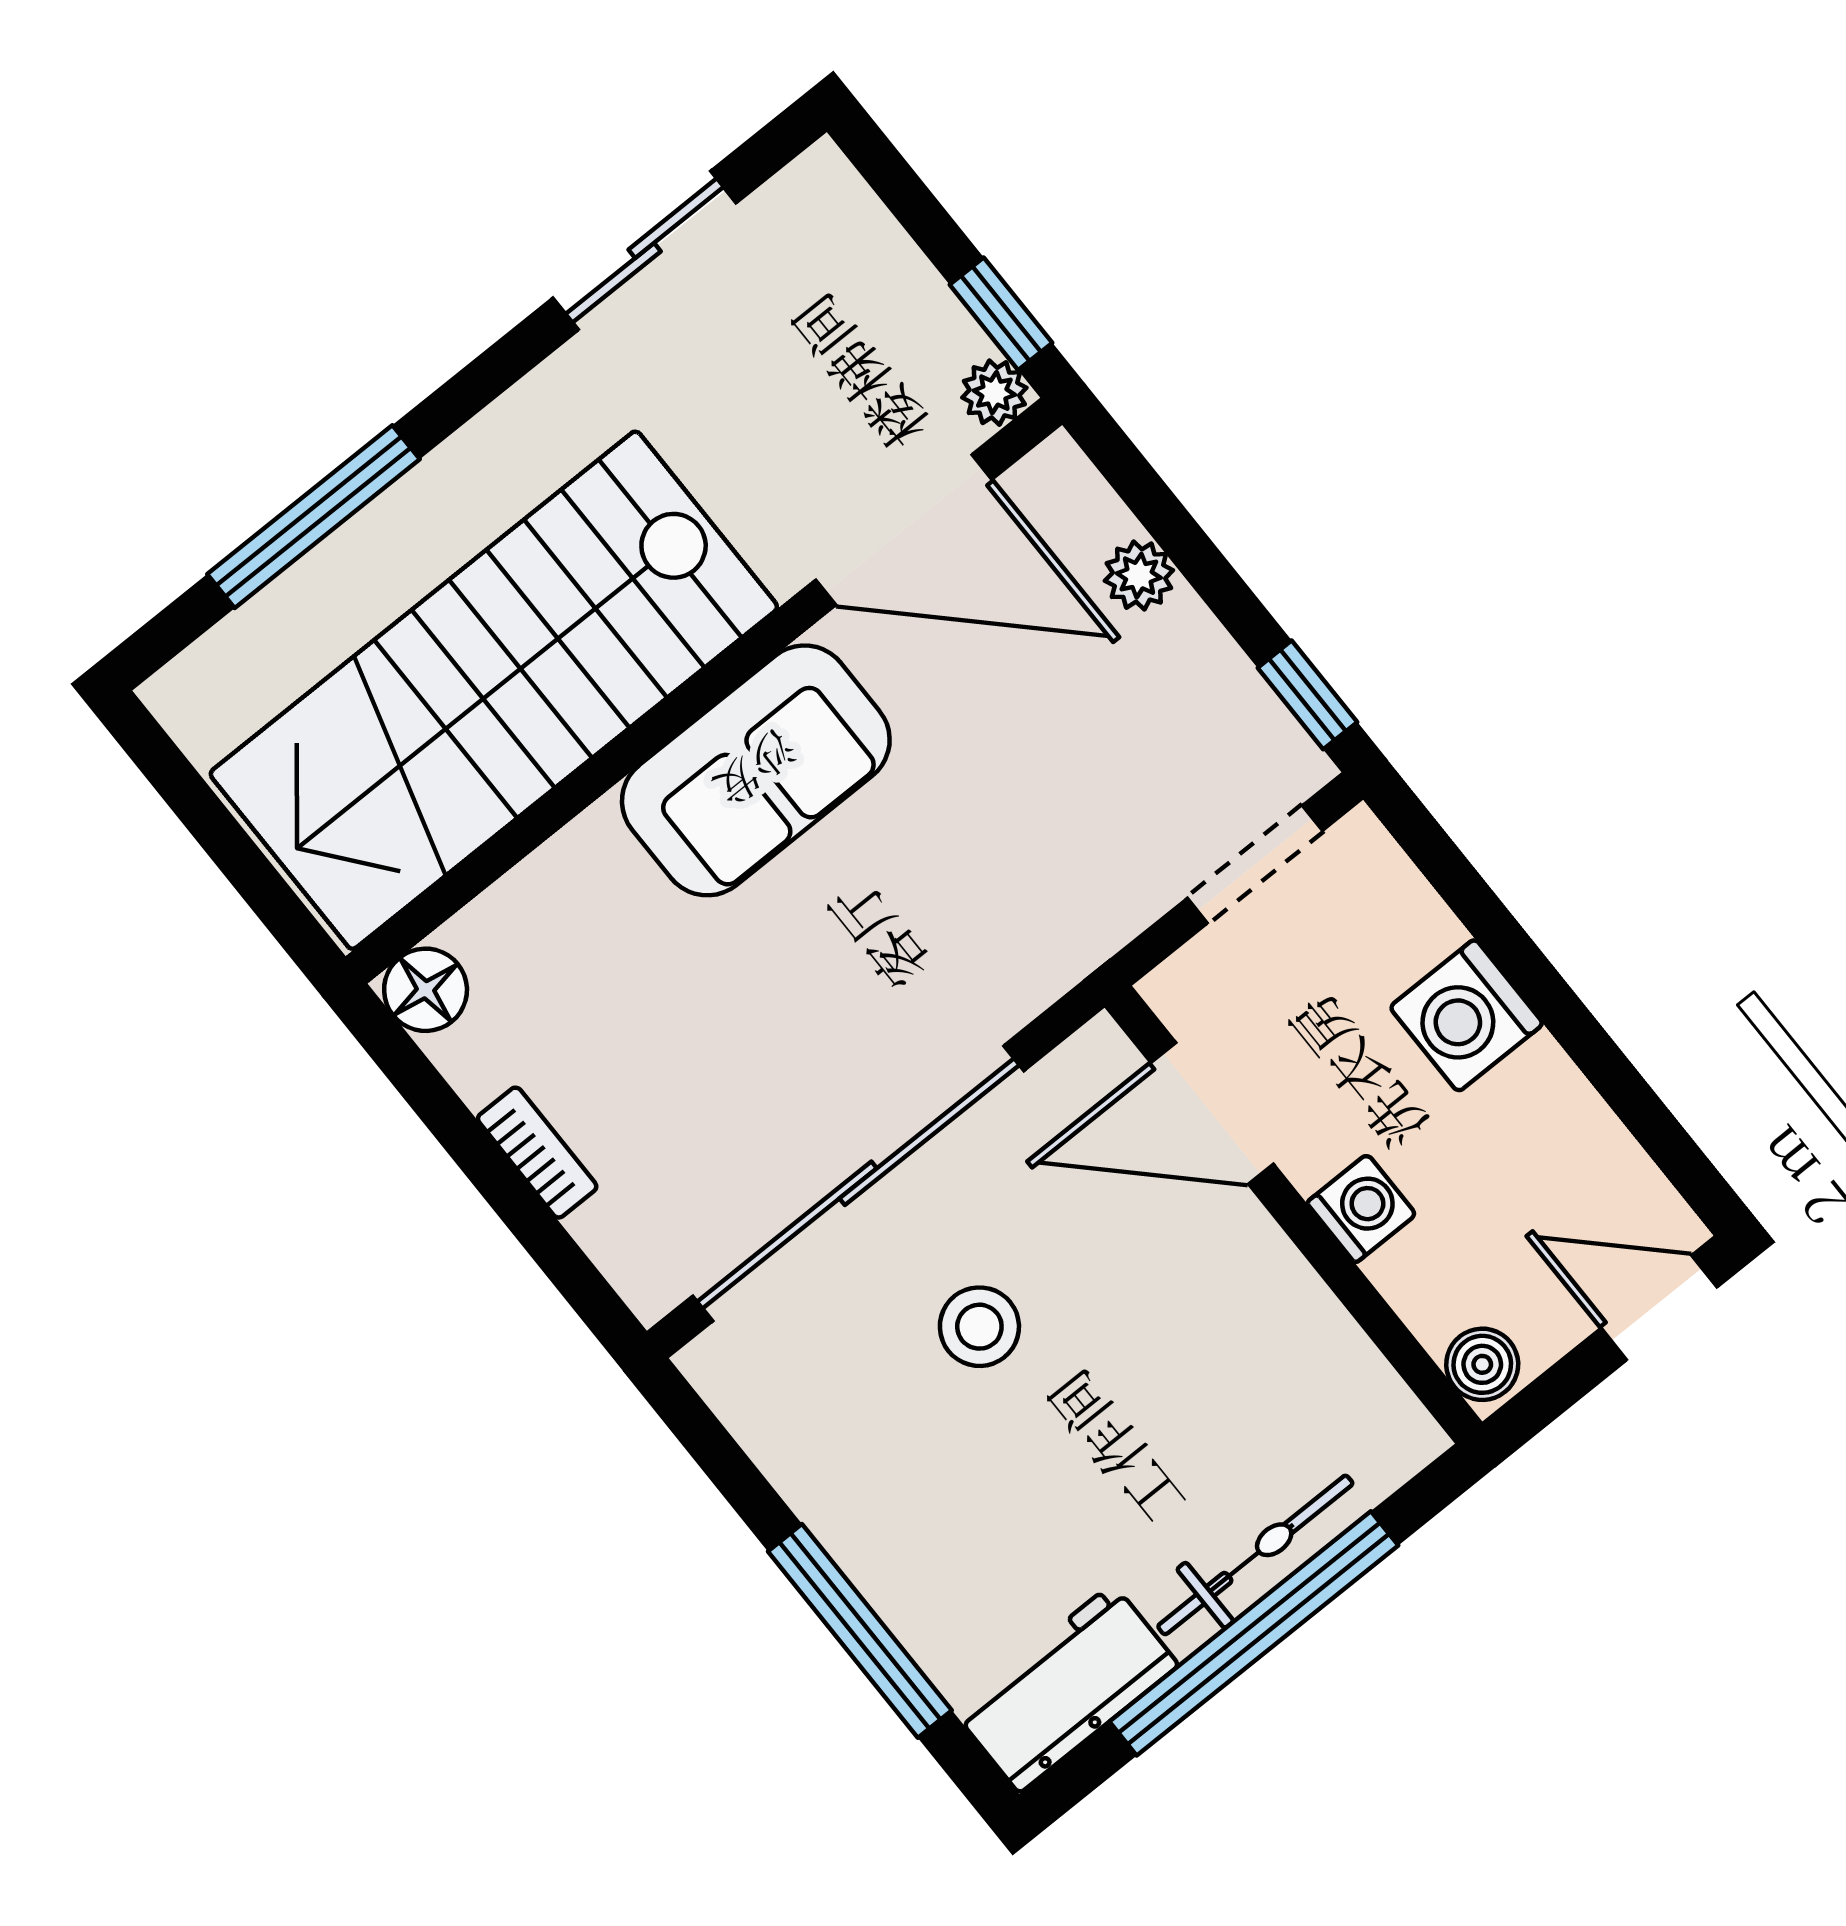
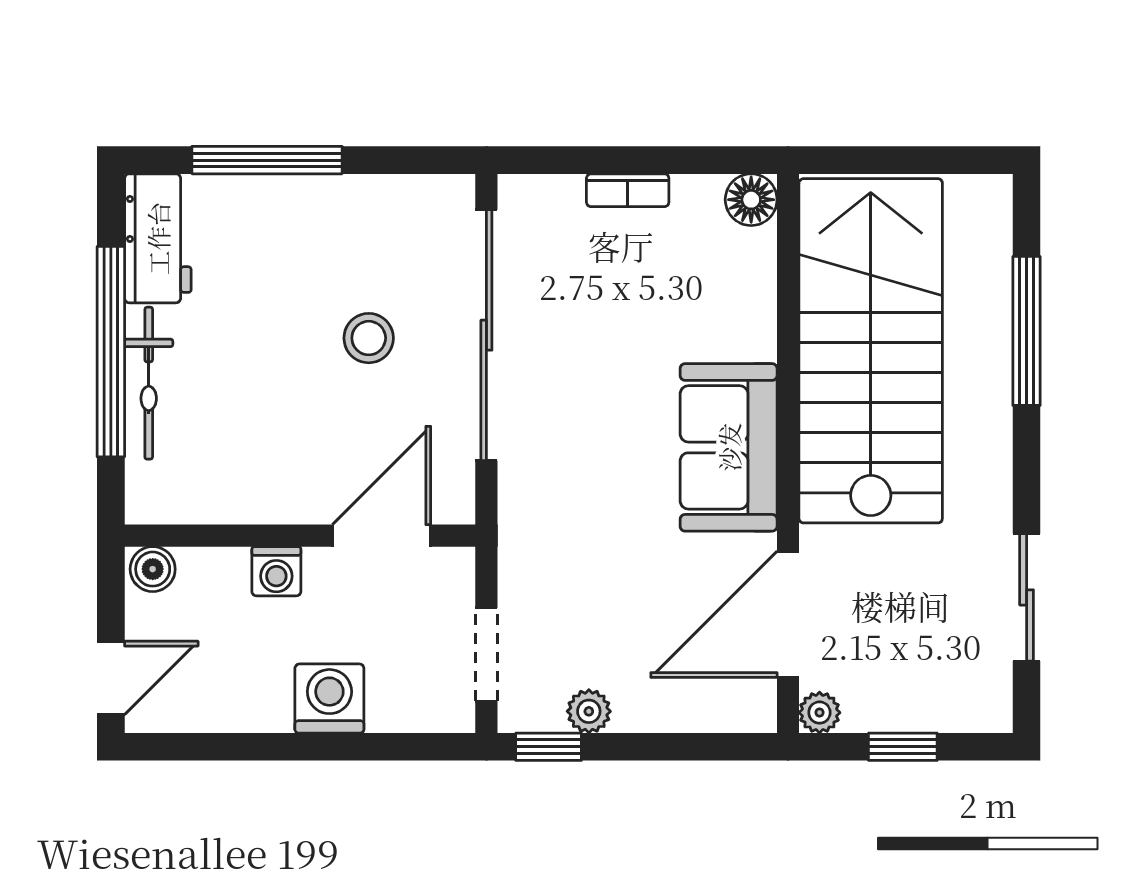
window: (1001, 314) -> (903, 747), moved
plant: (1139, 576) -> (589, 711), moved

